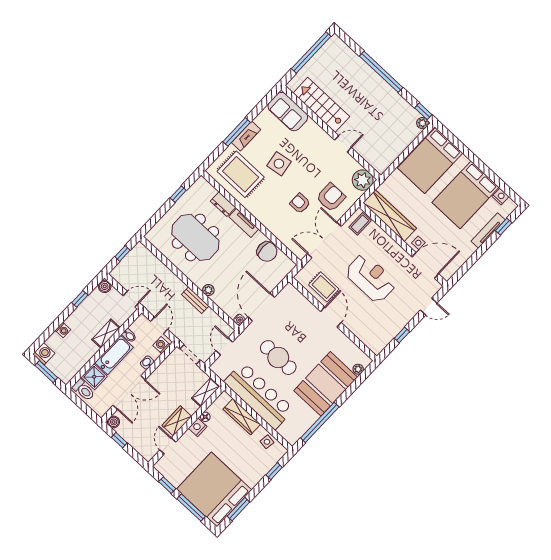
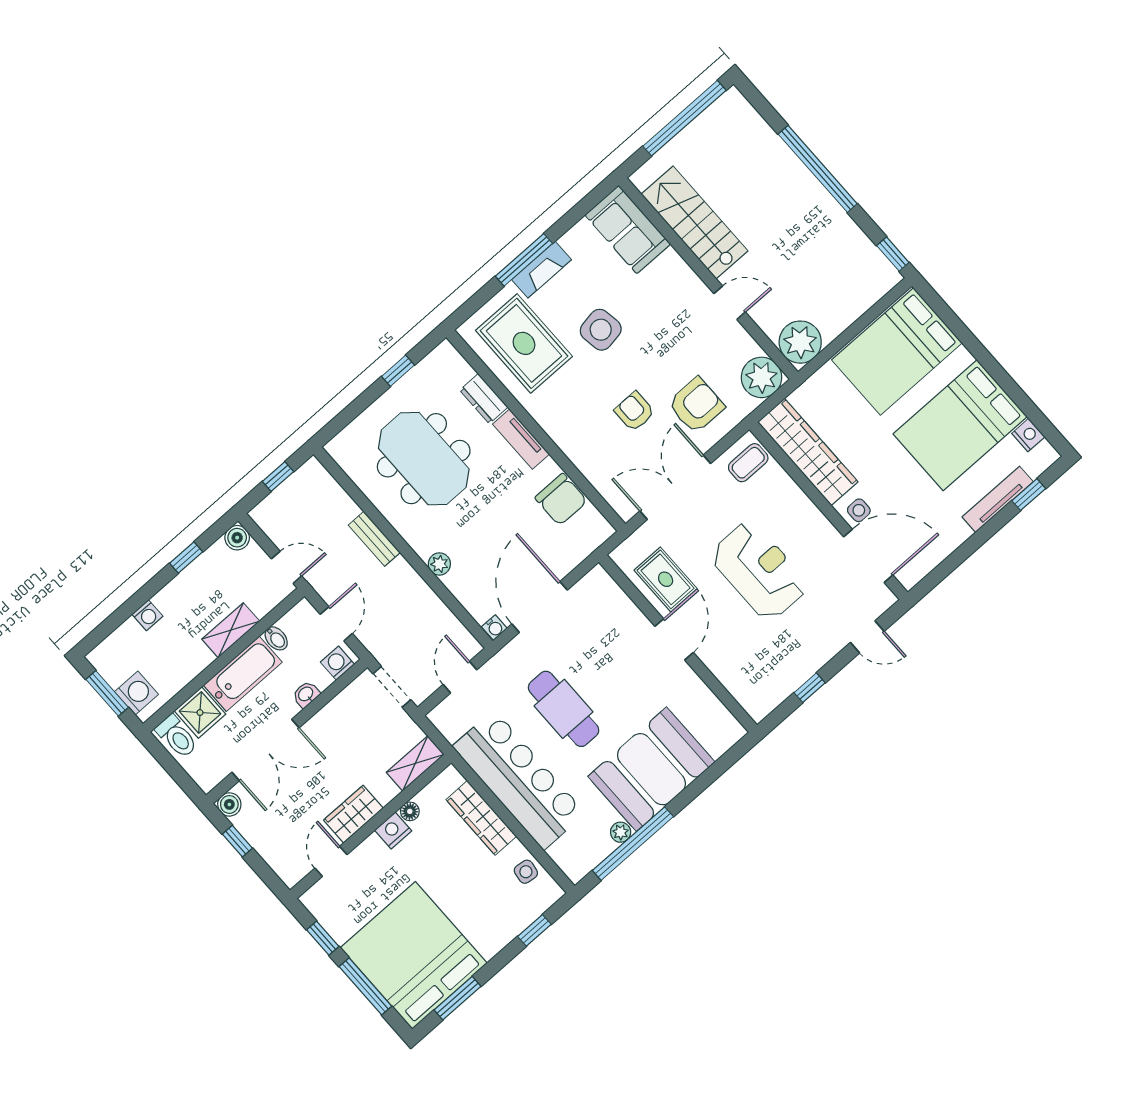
plant: (422, 123) -> (800, 342), moved, width x1.87, depth x1.87
bench: (195, 300) -> (374, 539), moved
washing machine: (44, 354) -> (136, 693), moved
plant: (358, 369) -> (621, 832), moved

